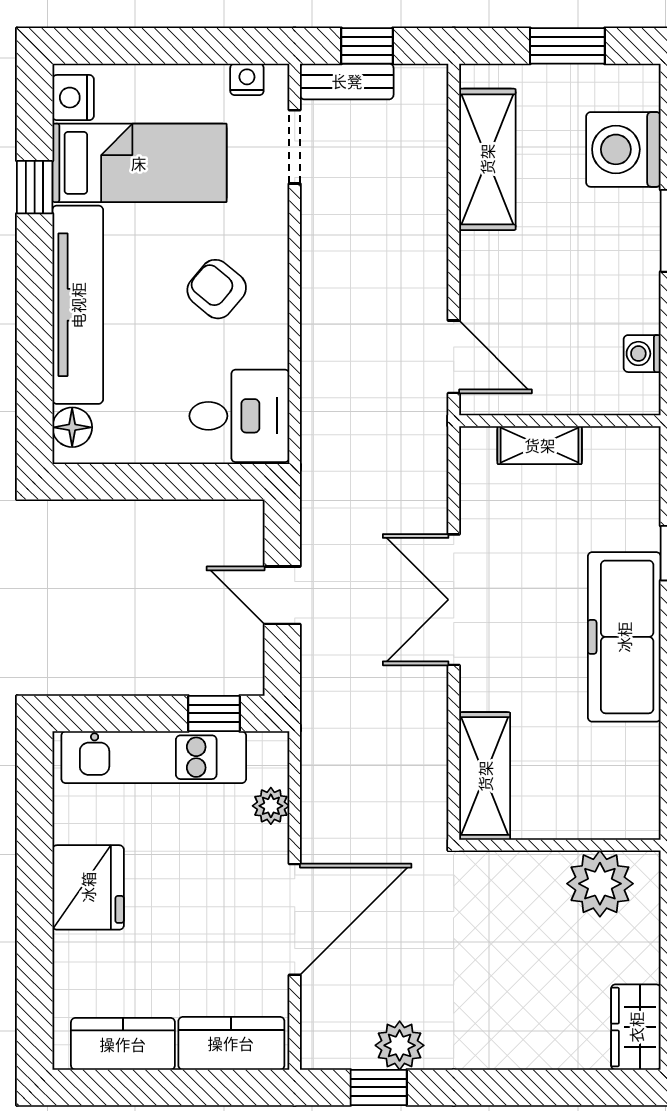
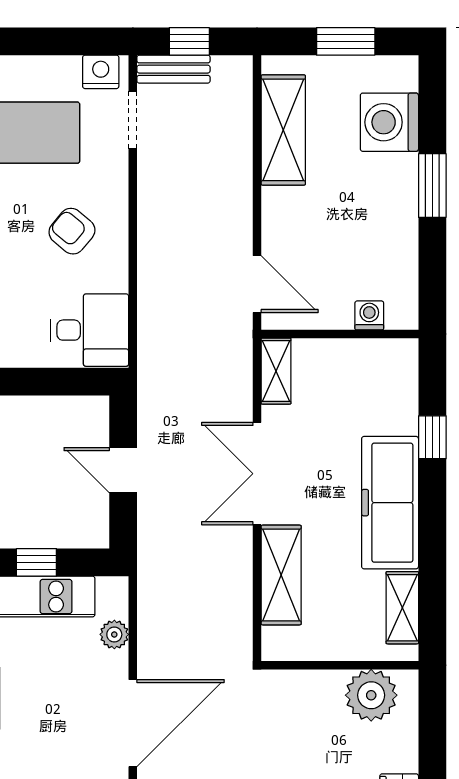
nightstand: (247, 79) -> (101, 72), width x1.39, depth x1.35
washing machine: (642, 354) -> (369, 315), moved, turned 90
shelving: (540, 445) -> (276, 371), moved, turned 90
window: (214, 713) -> (36, 562), moved
shelving: (640, 771) -> (402, 608), added
shelving: (485, 776) -> (281, 575), moved

